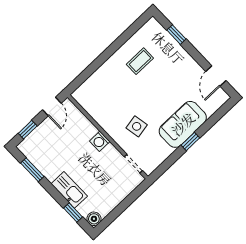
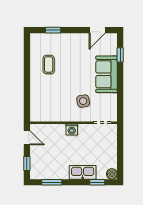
door: (216, 76) -> (97, 30), hinge flipped
window: (190, 142) -> (120, 55), moved

